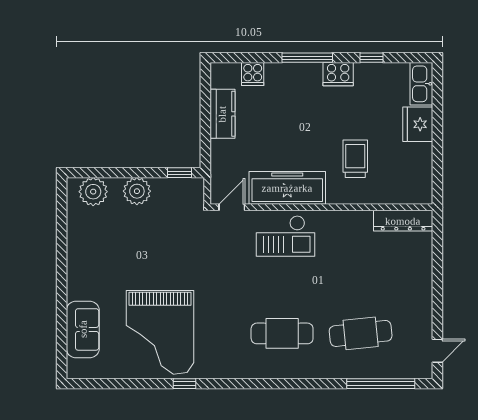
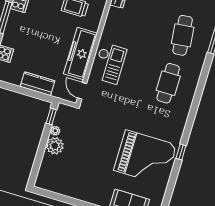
kitchen counter: (222, 114) -> (38, 84), moved
plant: (93, 192) -> (55, 131), moved, width x0.53, depth x0.53

